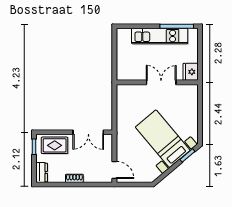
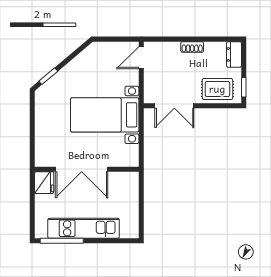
double door: (161, 82) -> (82, 169), width x1.37
double door: (88, 132) -> (174, 106), swing flipped
bed with nightstands: (163, 139) -> (105, 115), moved, turned 130
door: (114, 170) -> (141, 58), hinge flipped

